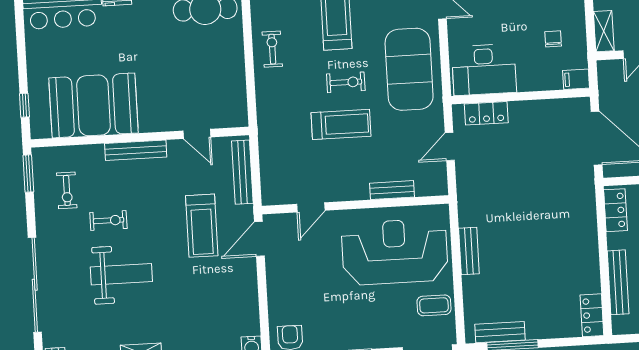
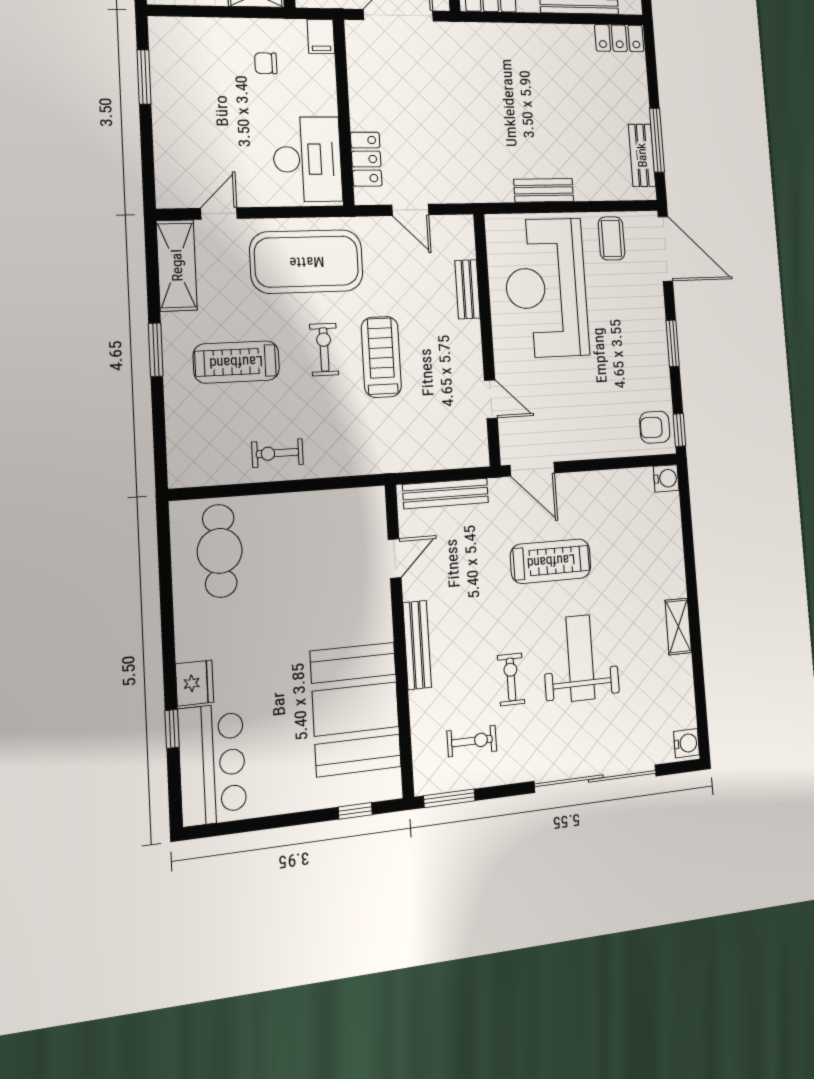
treadmill: (202, 226) -> (551, 561), moved

